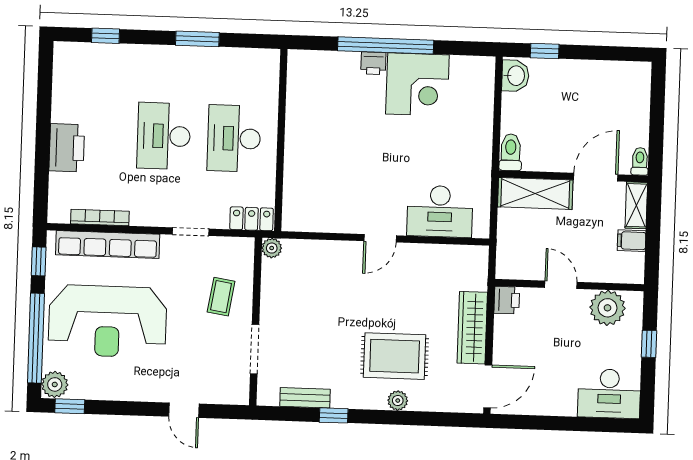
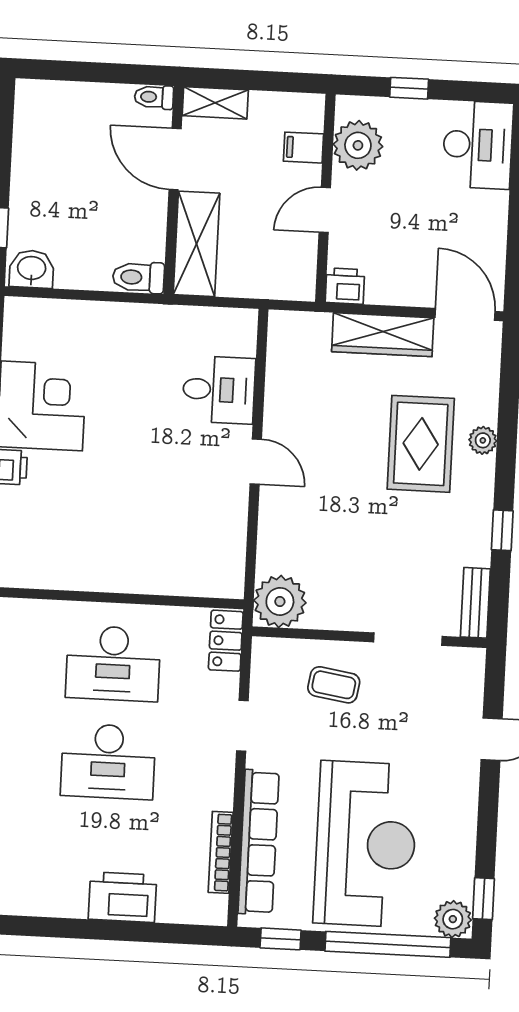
desk: (440, 211) -> (219, 390), width x0.73
filing cabinet: (632, 241) -> (303, 148), moved, turned 90
plant: (272, 248) -> (280, 601), width x1.88, depth x1.88
bench: (305, 398) -> (475, 603), moved

